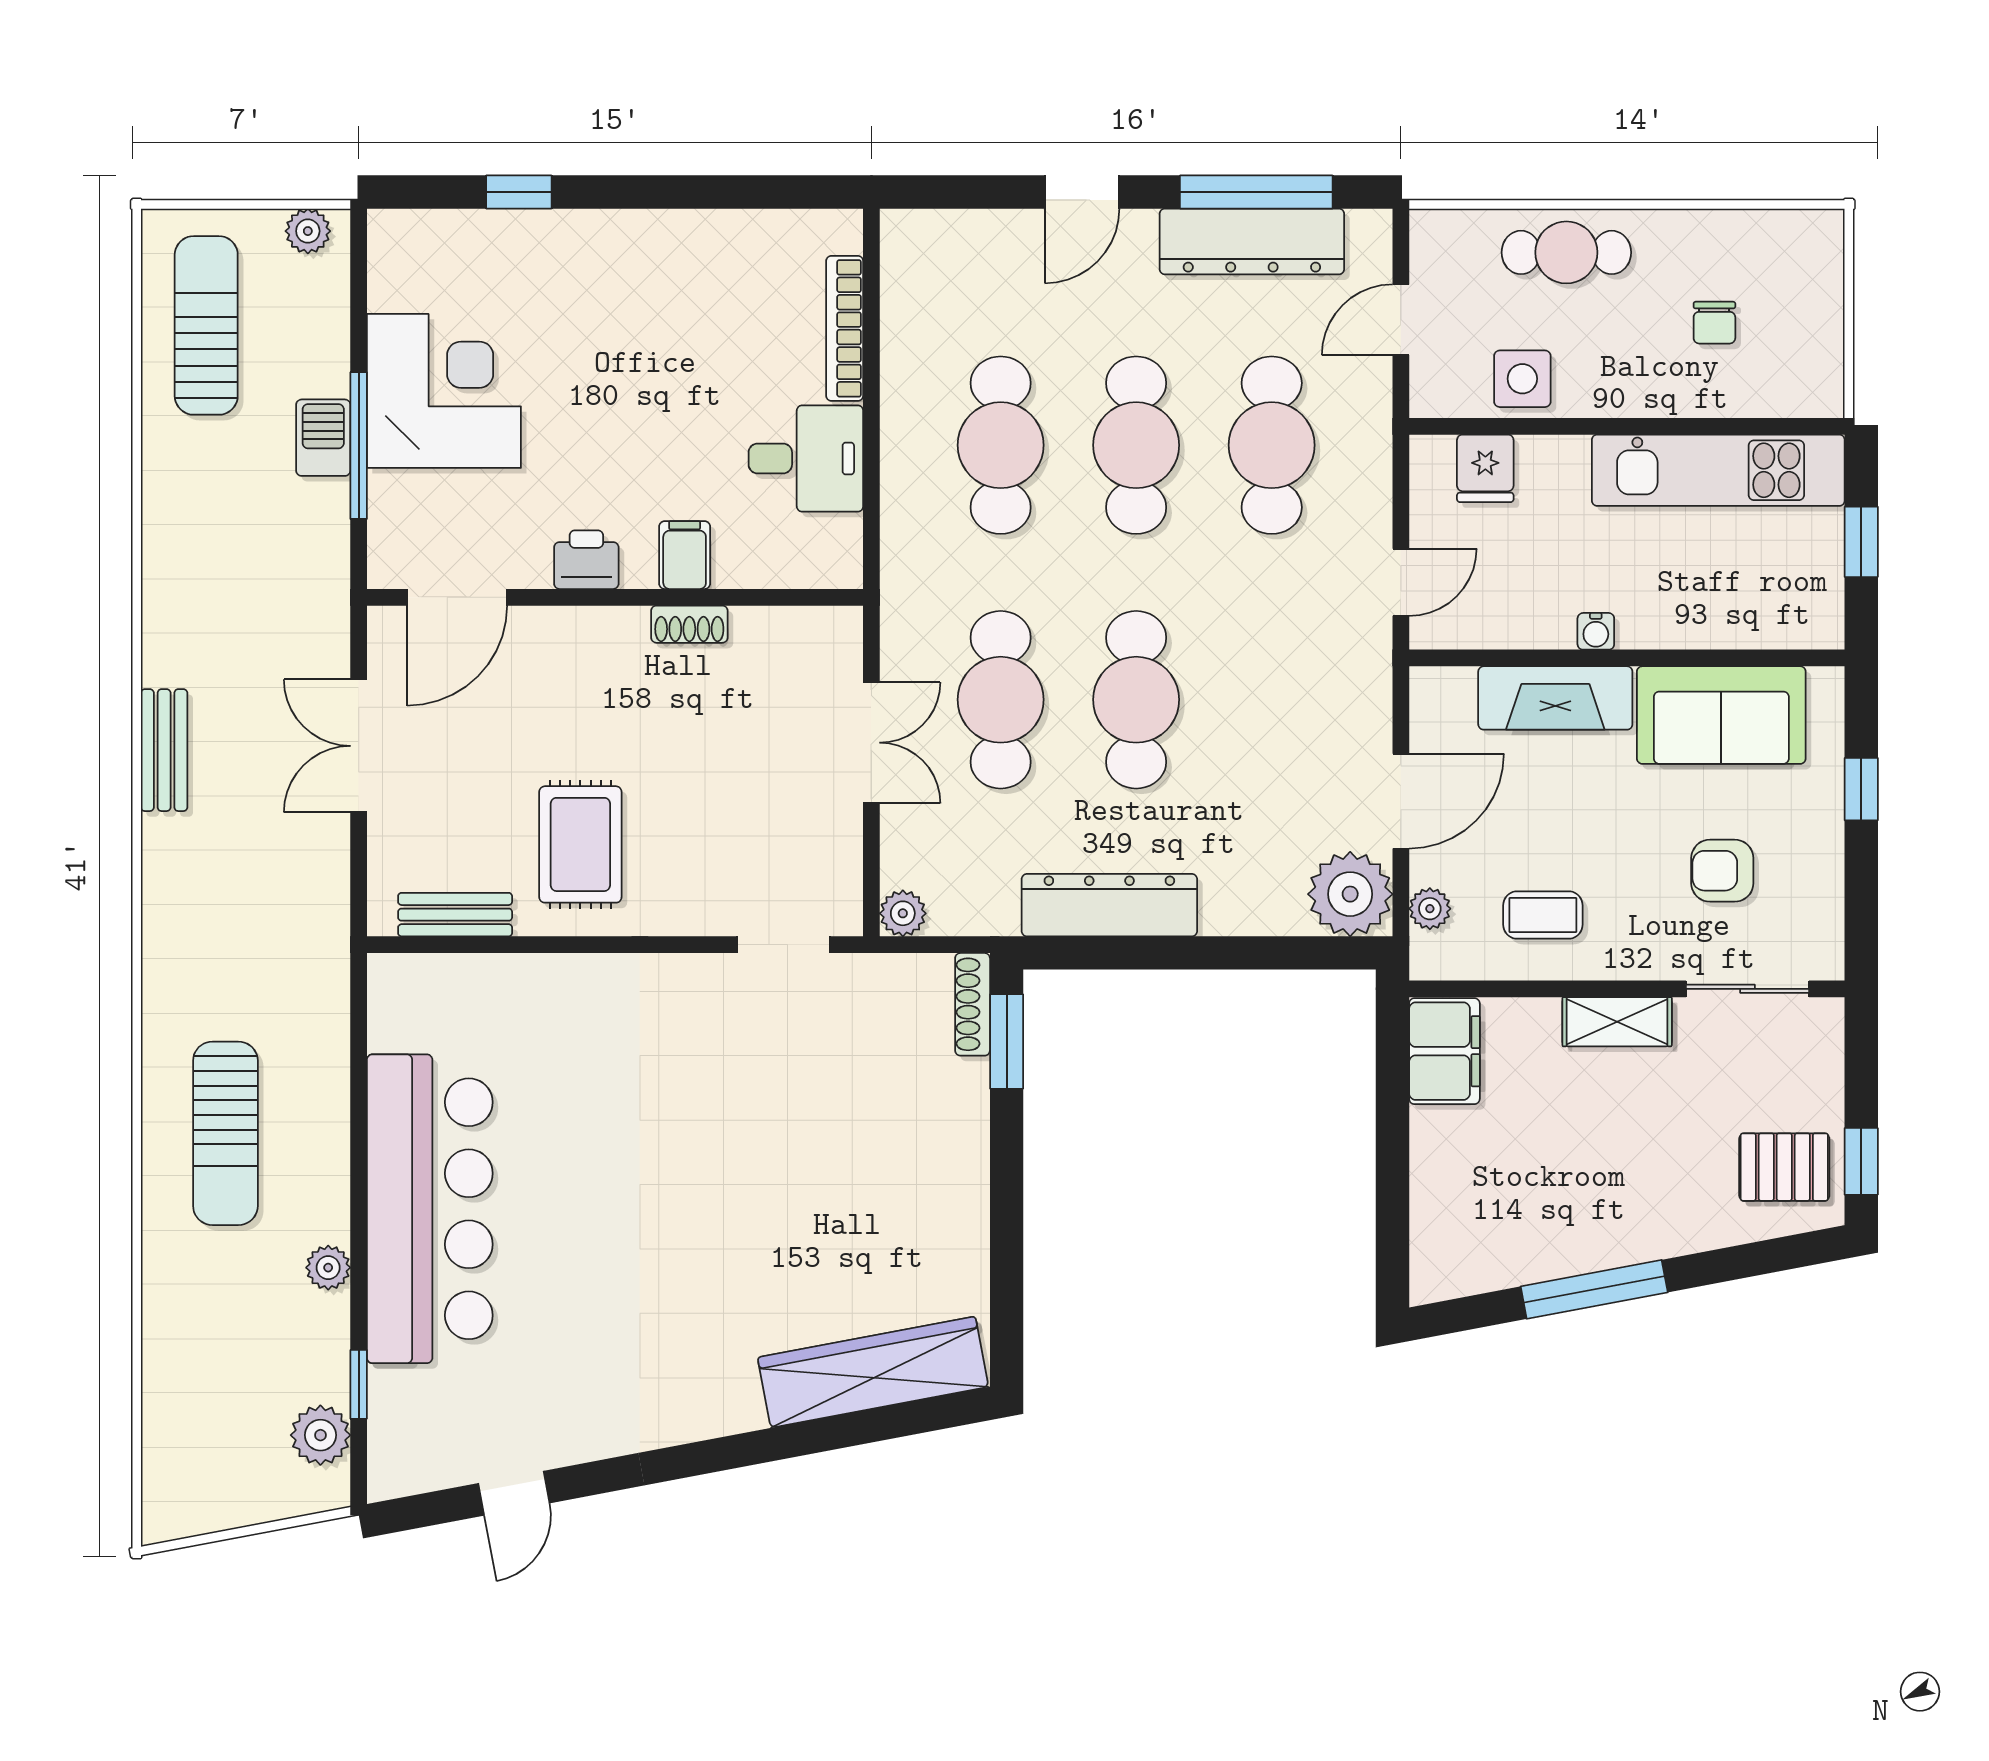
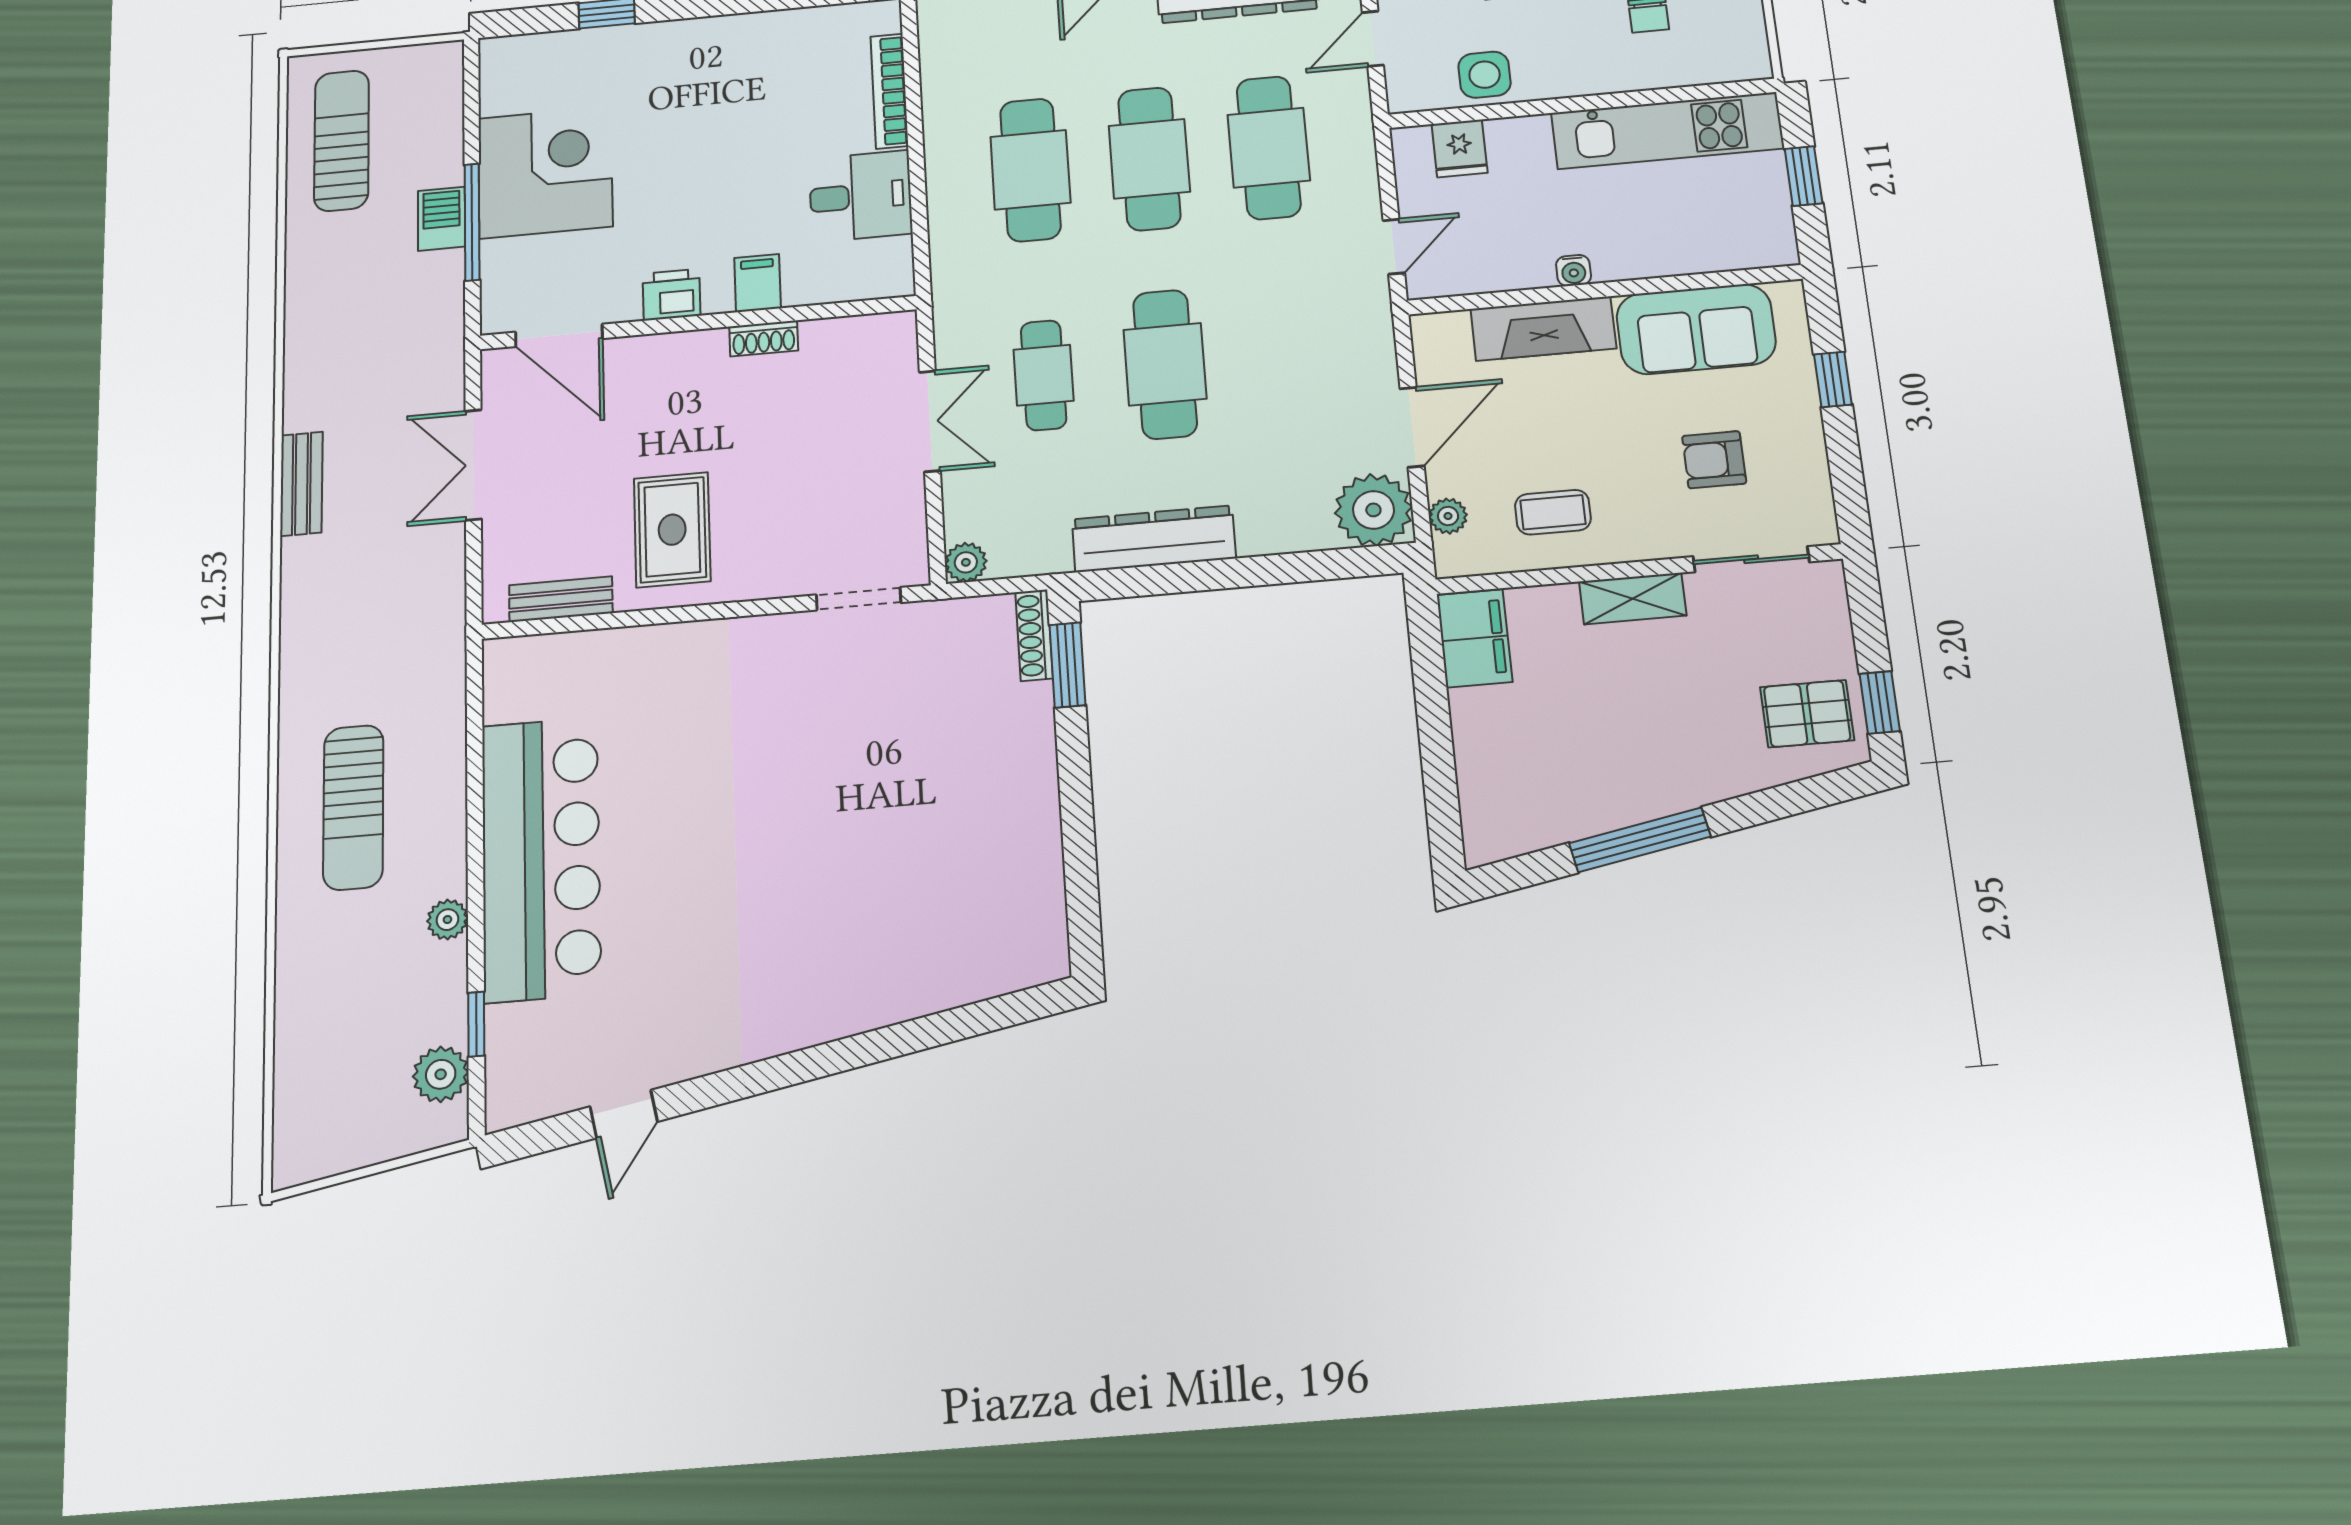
plant: (308, 231) -> (428, 60), removed
door: (457, 597) -> (559, 335), hinge flipped
cafe table: (1001, 700) -> (1043, 375), width x0.73, depth x0.74
wardrobe: (873, 1372) -> (960, 973), removed

